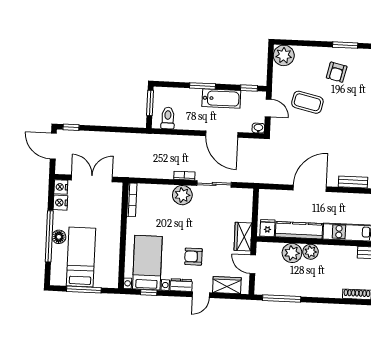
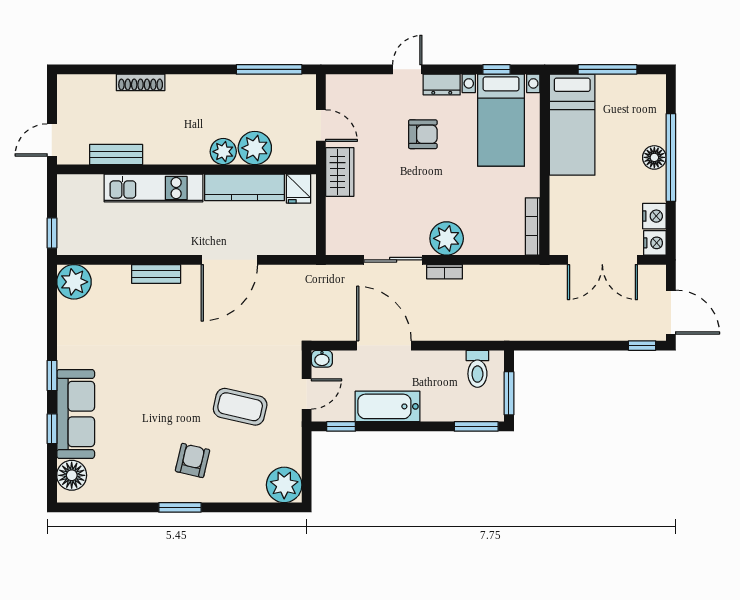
window: (202, 86) -> (476, 426), moved
door: (268, 108) -> (307, 394), swing flipped
bed: (81, 257) -> (572, 125), moved
wardrobe: (227, 285) -> (364, 88), removed

